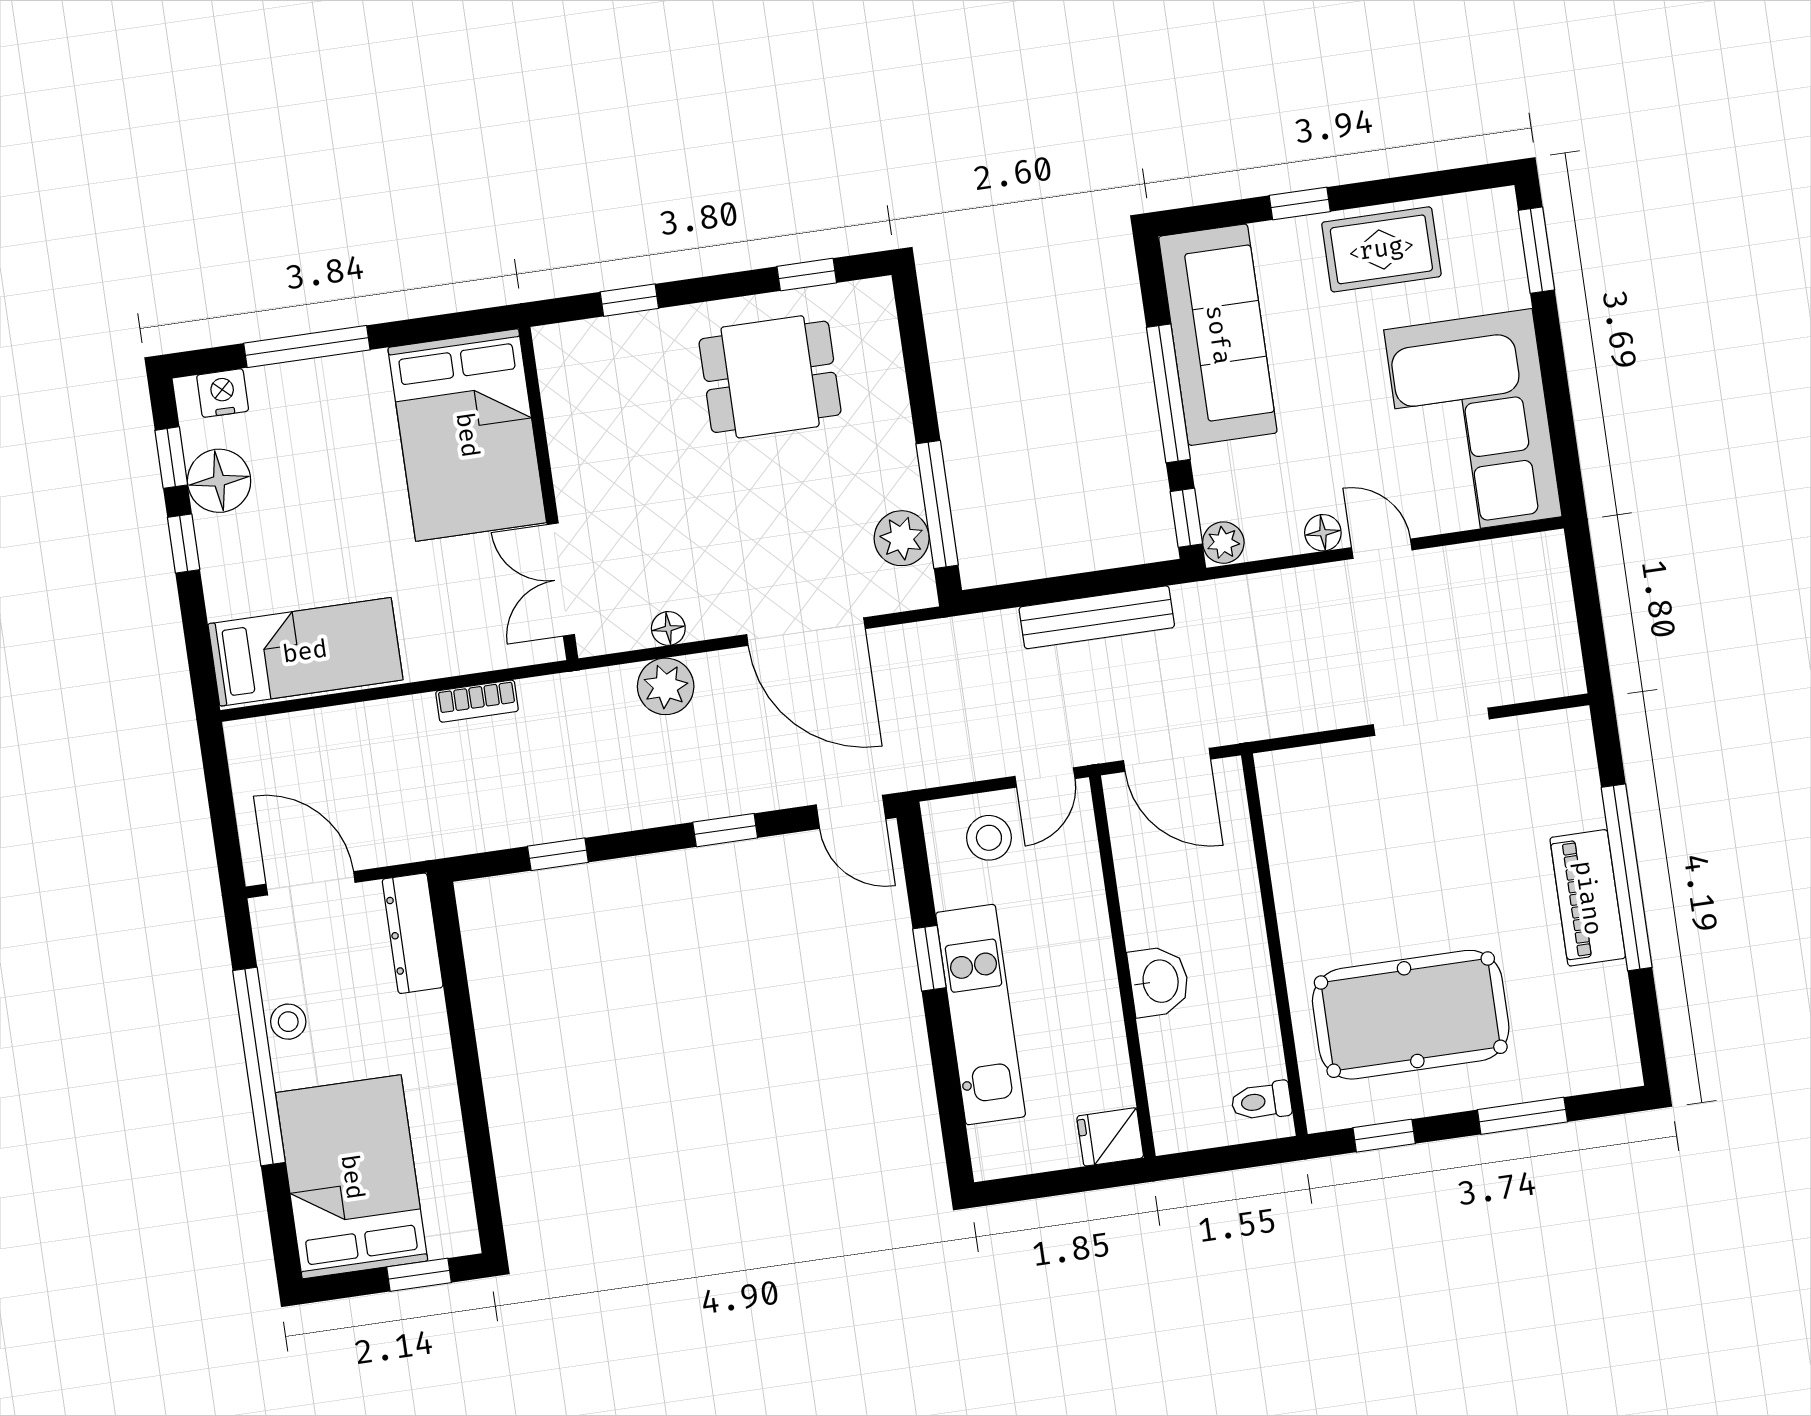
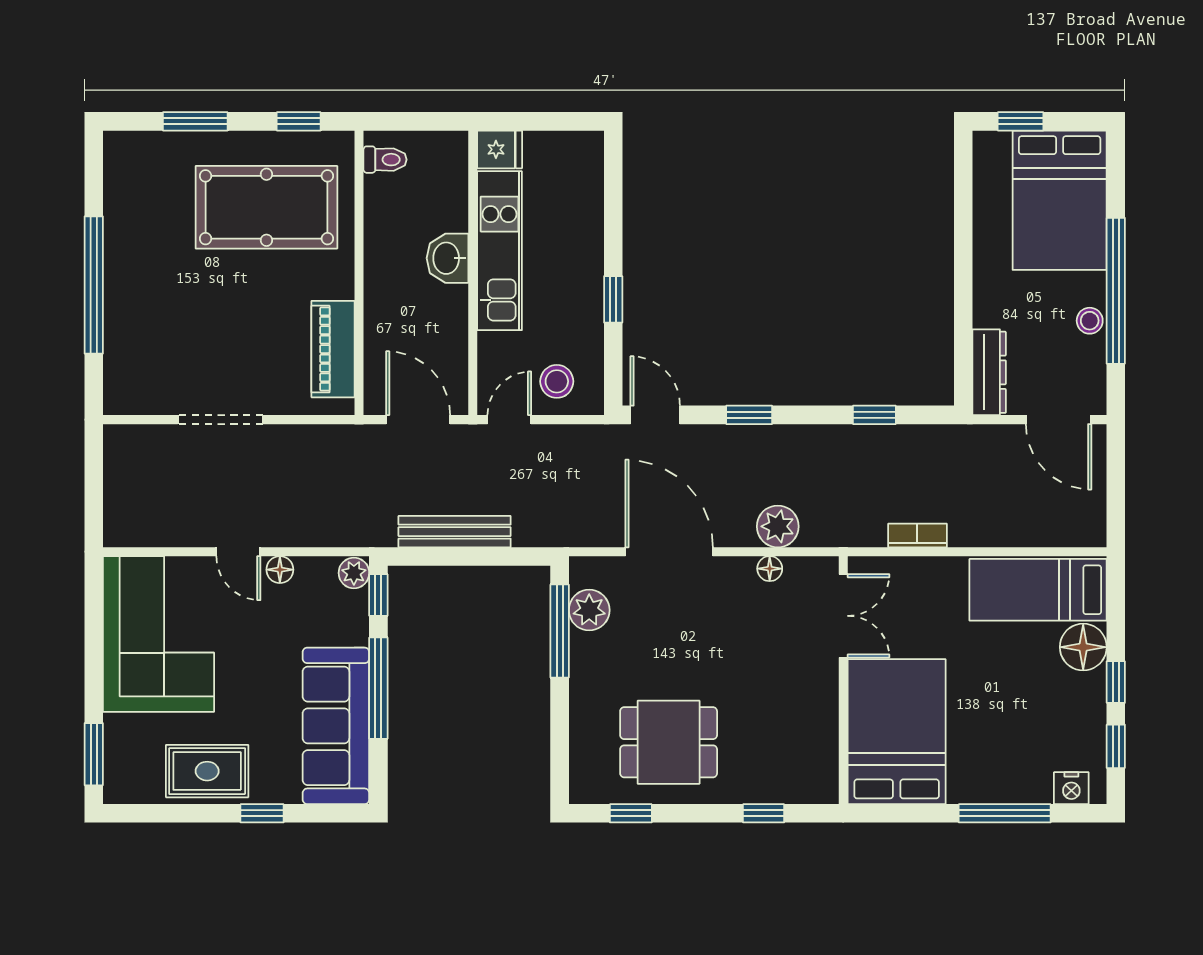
floor lamp: (219, 481) -> (1083, 647), moved
piano: (1588, 898) -> (333, 349), moved, turned 180
kitchen unit: (981, 1015) -> (499, 251), moved, turned 180

